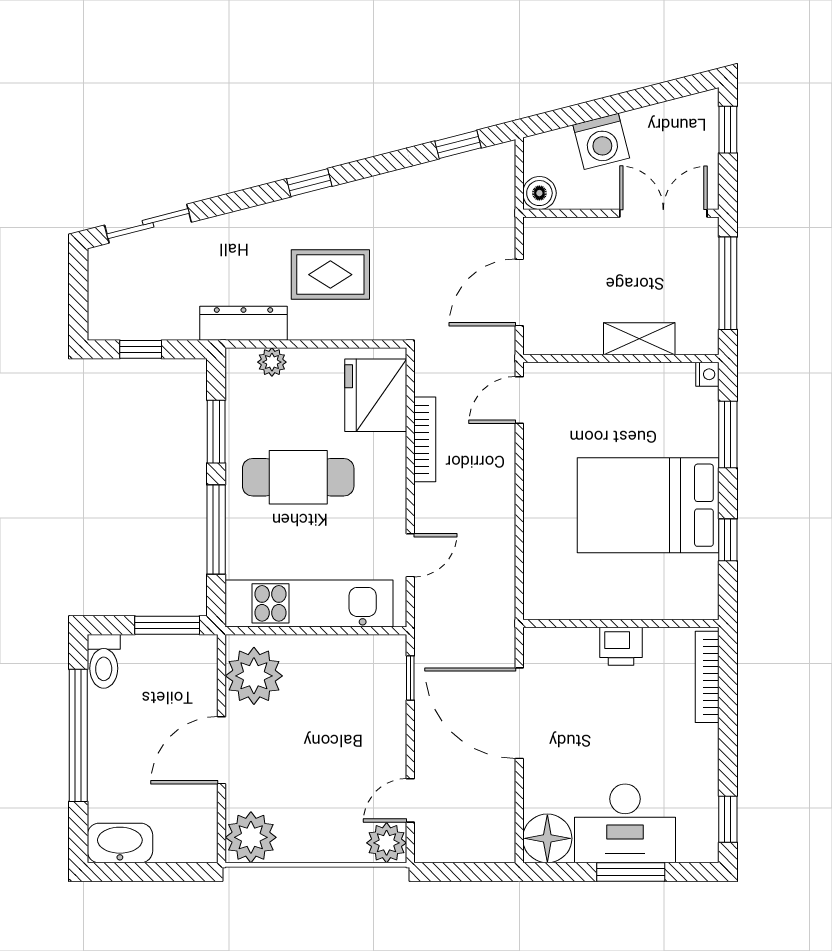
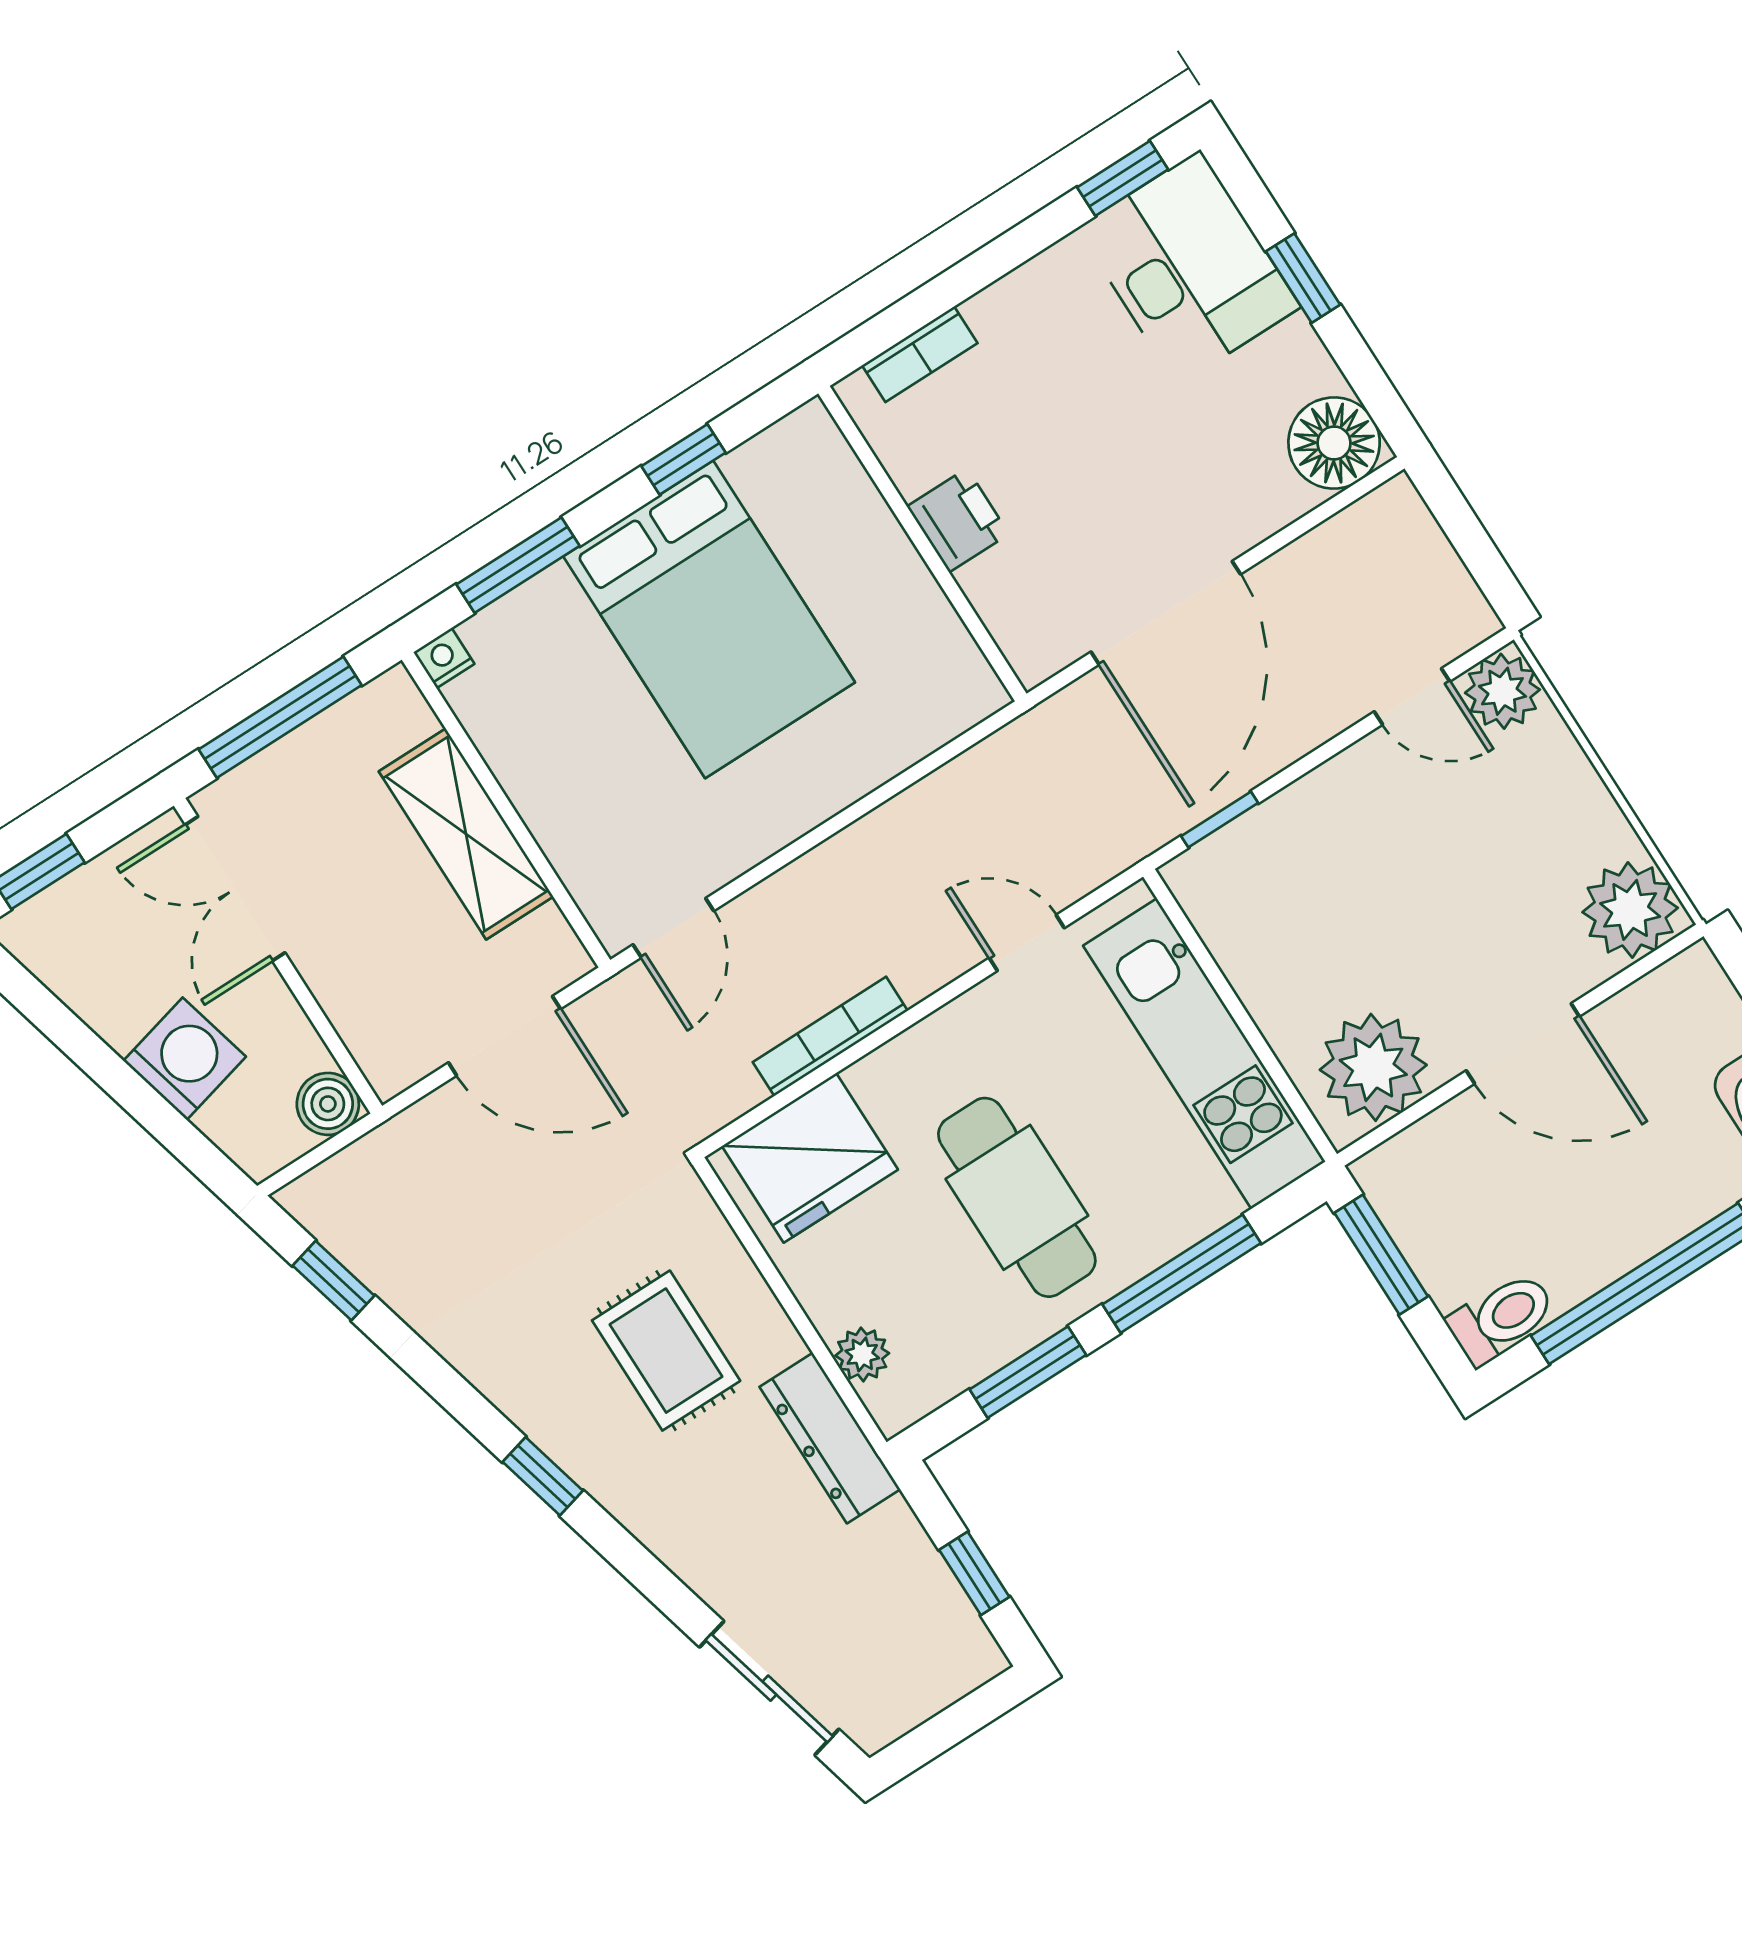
shelving: (639, 339) -> (466, 834), width x1.50, depth x1.33
door: (519, 400) -> (673, 928), hinge flipped
bookcase: (707, 677) -> (920, 354), width x0.64
desk: (625, 823) -> (1189, 268), moved
window: (631, 872) -> (1303, 278), width x0.67

